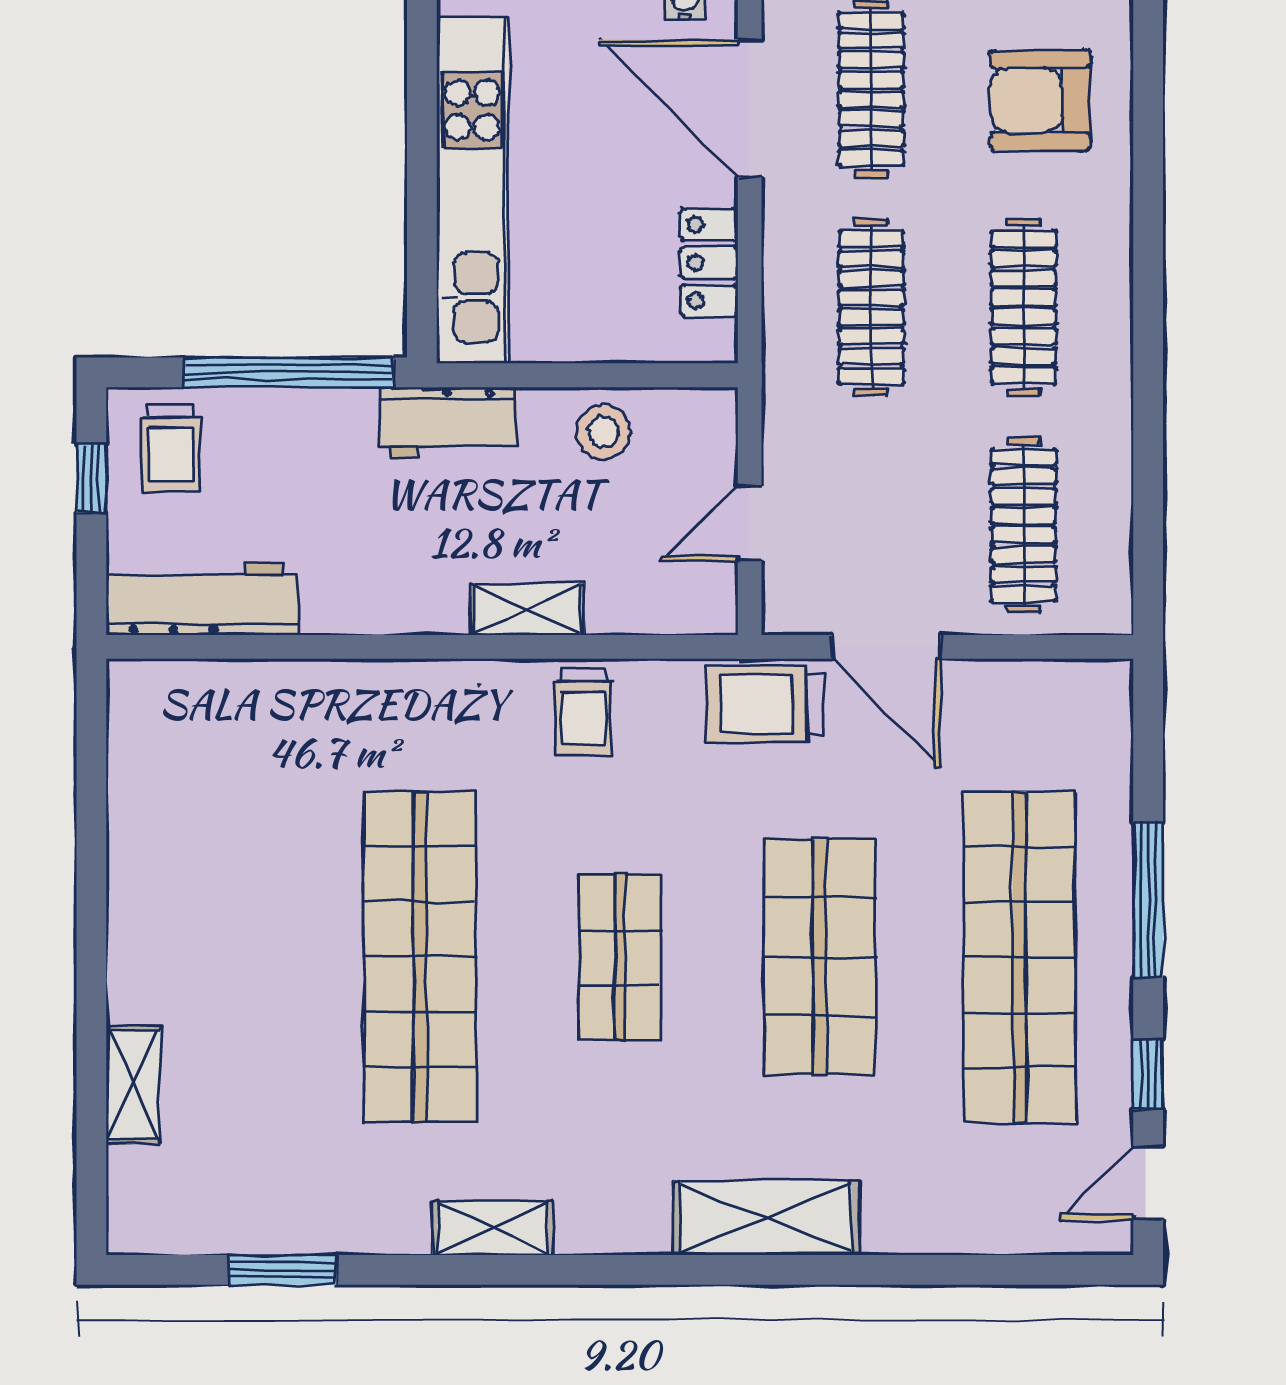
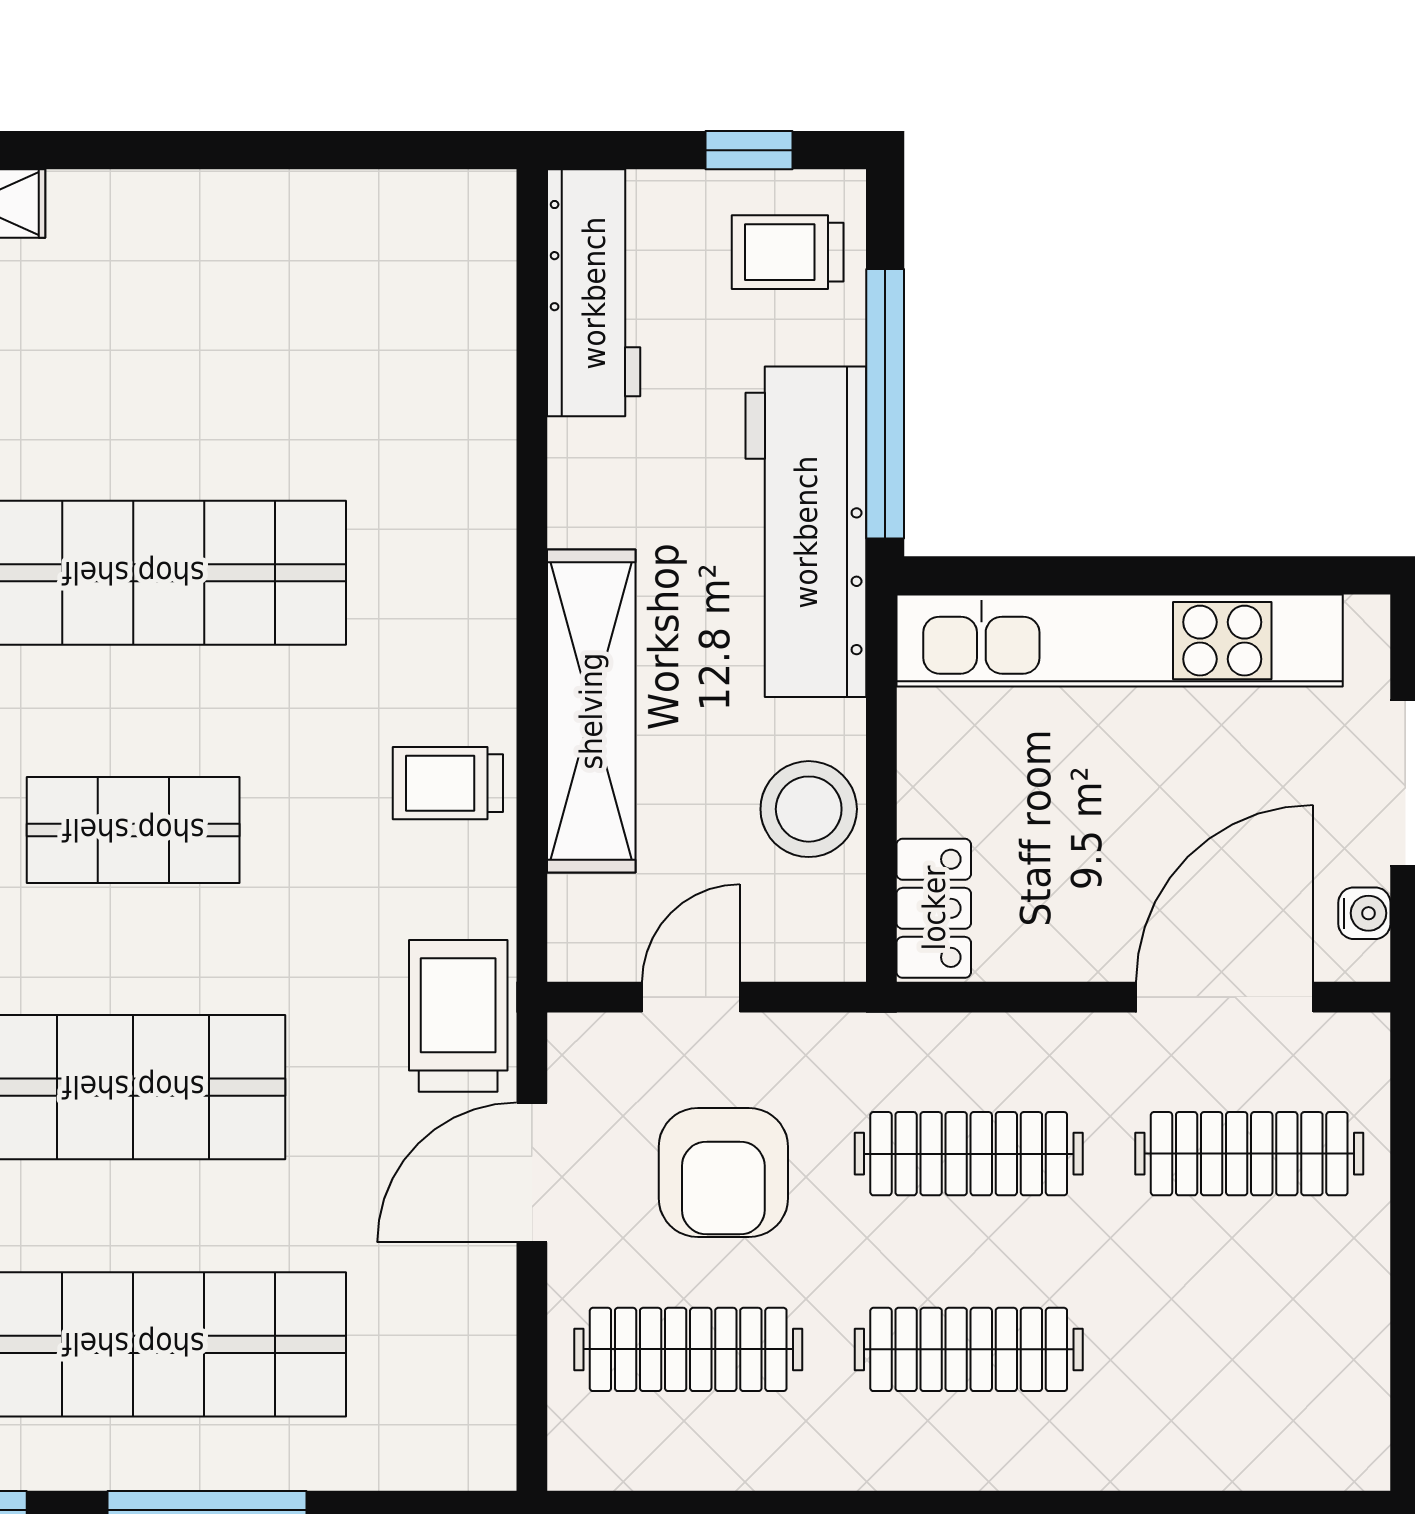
armchair: (1040, 100) -> (723, 1173), moved, turned 180
locker: (709, 263) -> (934, 908), moved, turned 90
workbench: (448, 422) -> (806, 532), width x1.88, depth x1.32
stool: (603, 432) -> (809, 809), width x1.38, depth x1.38
door: (750, 523) -> (691, 997), hinge flipped
shelving: (527, 609) -> (591, 711), width x2.20, depth x1.33

